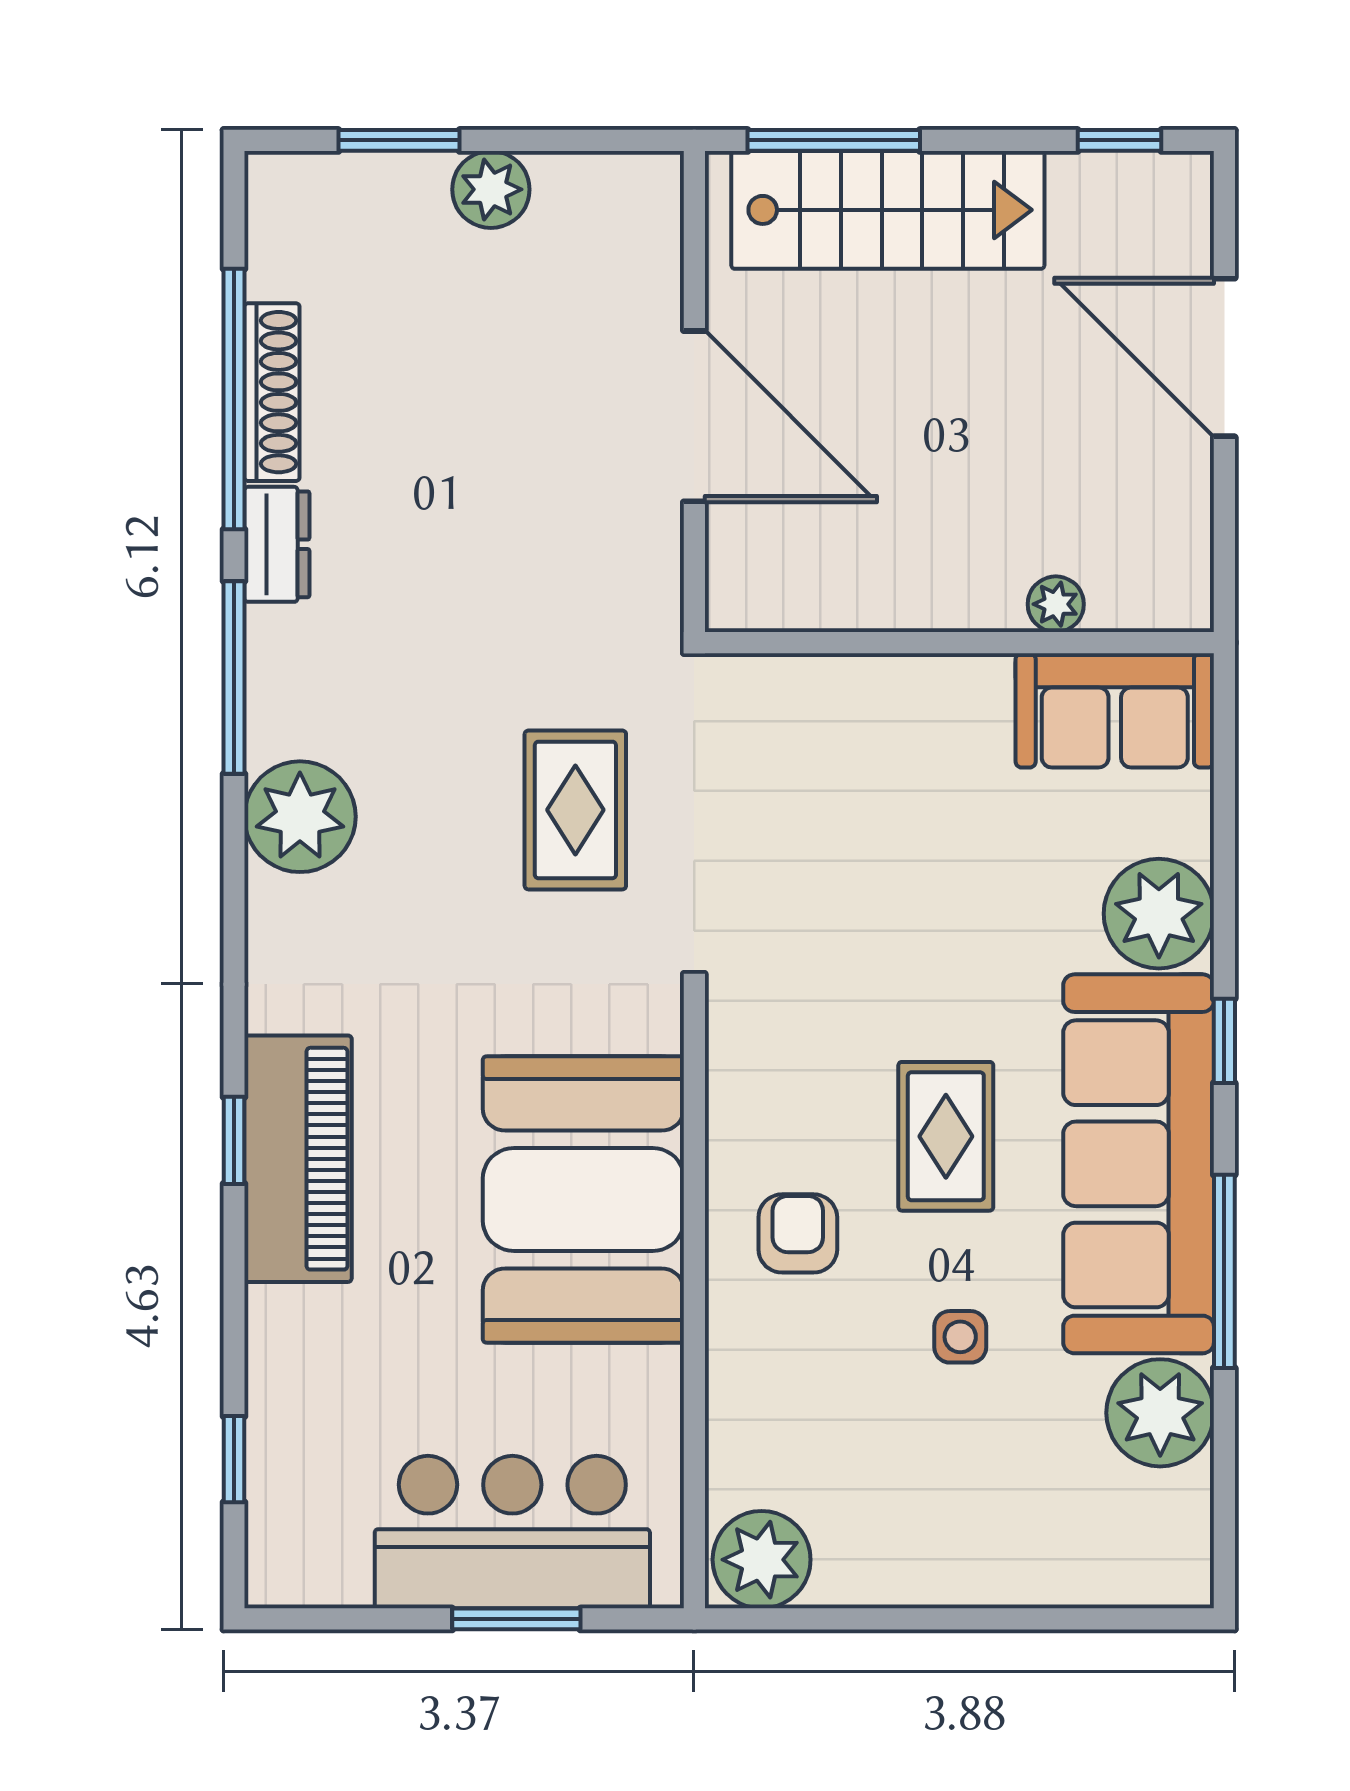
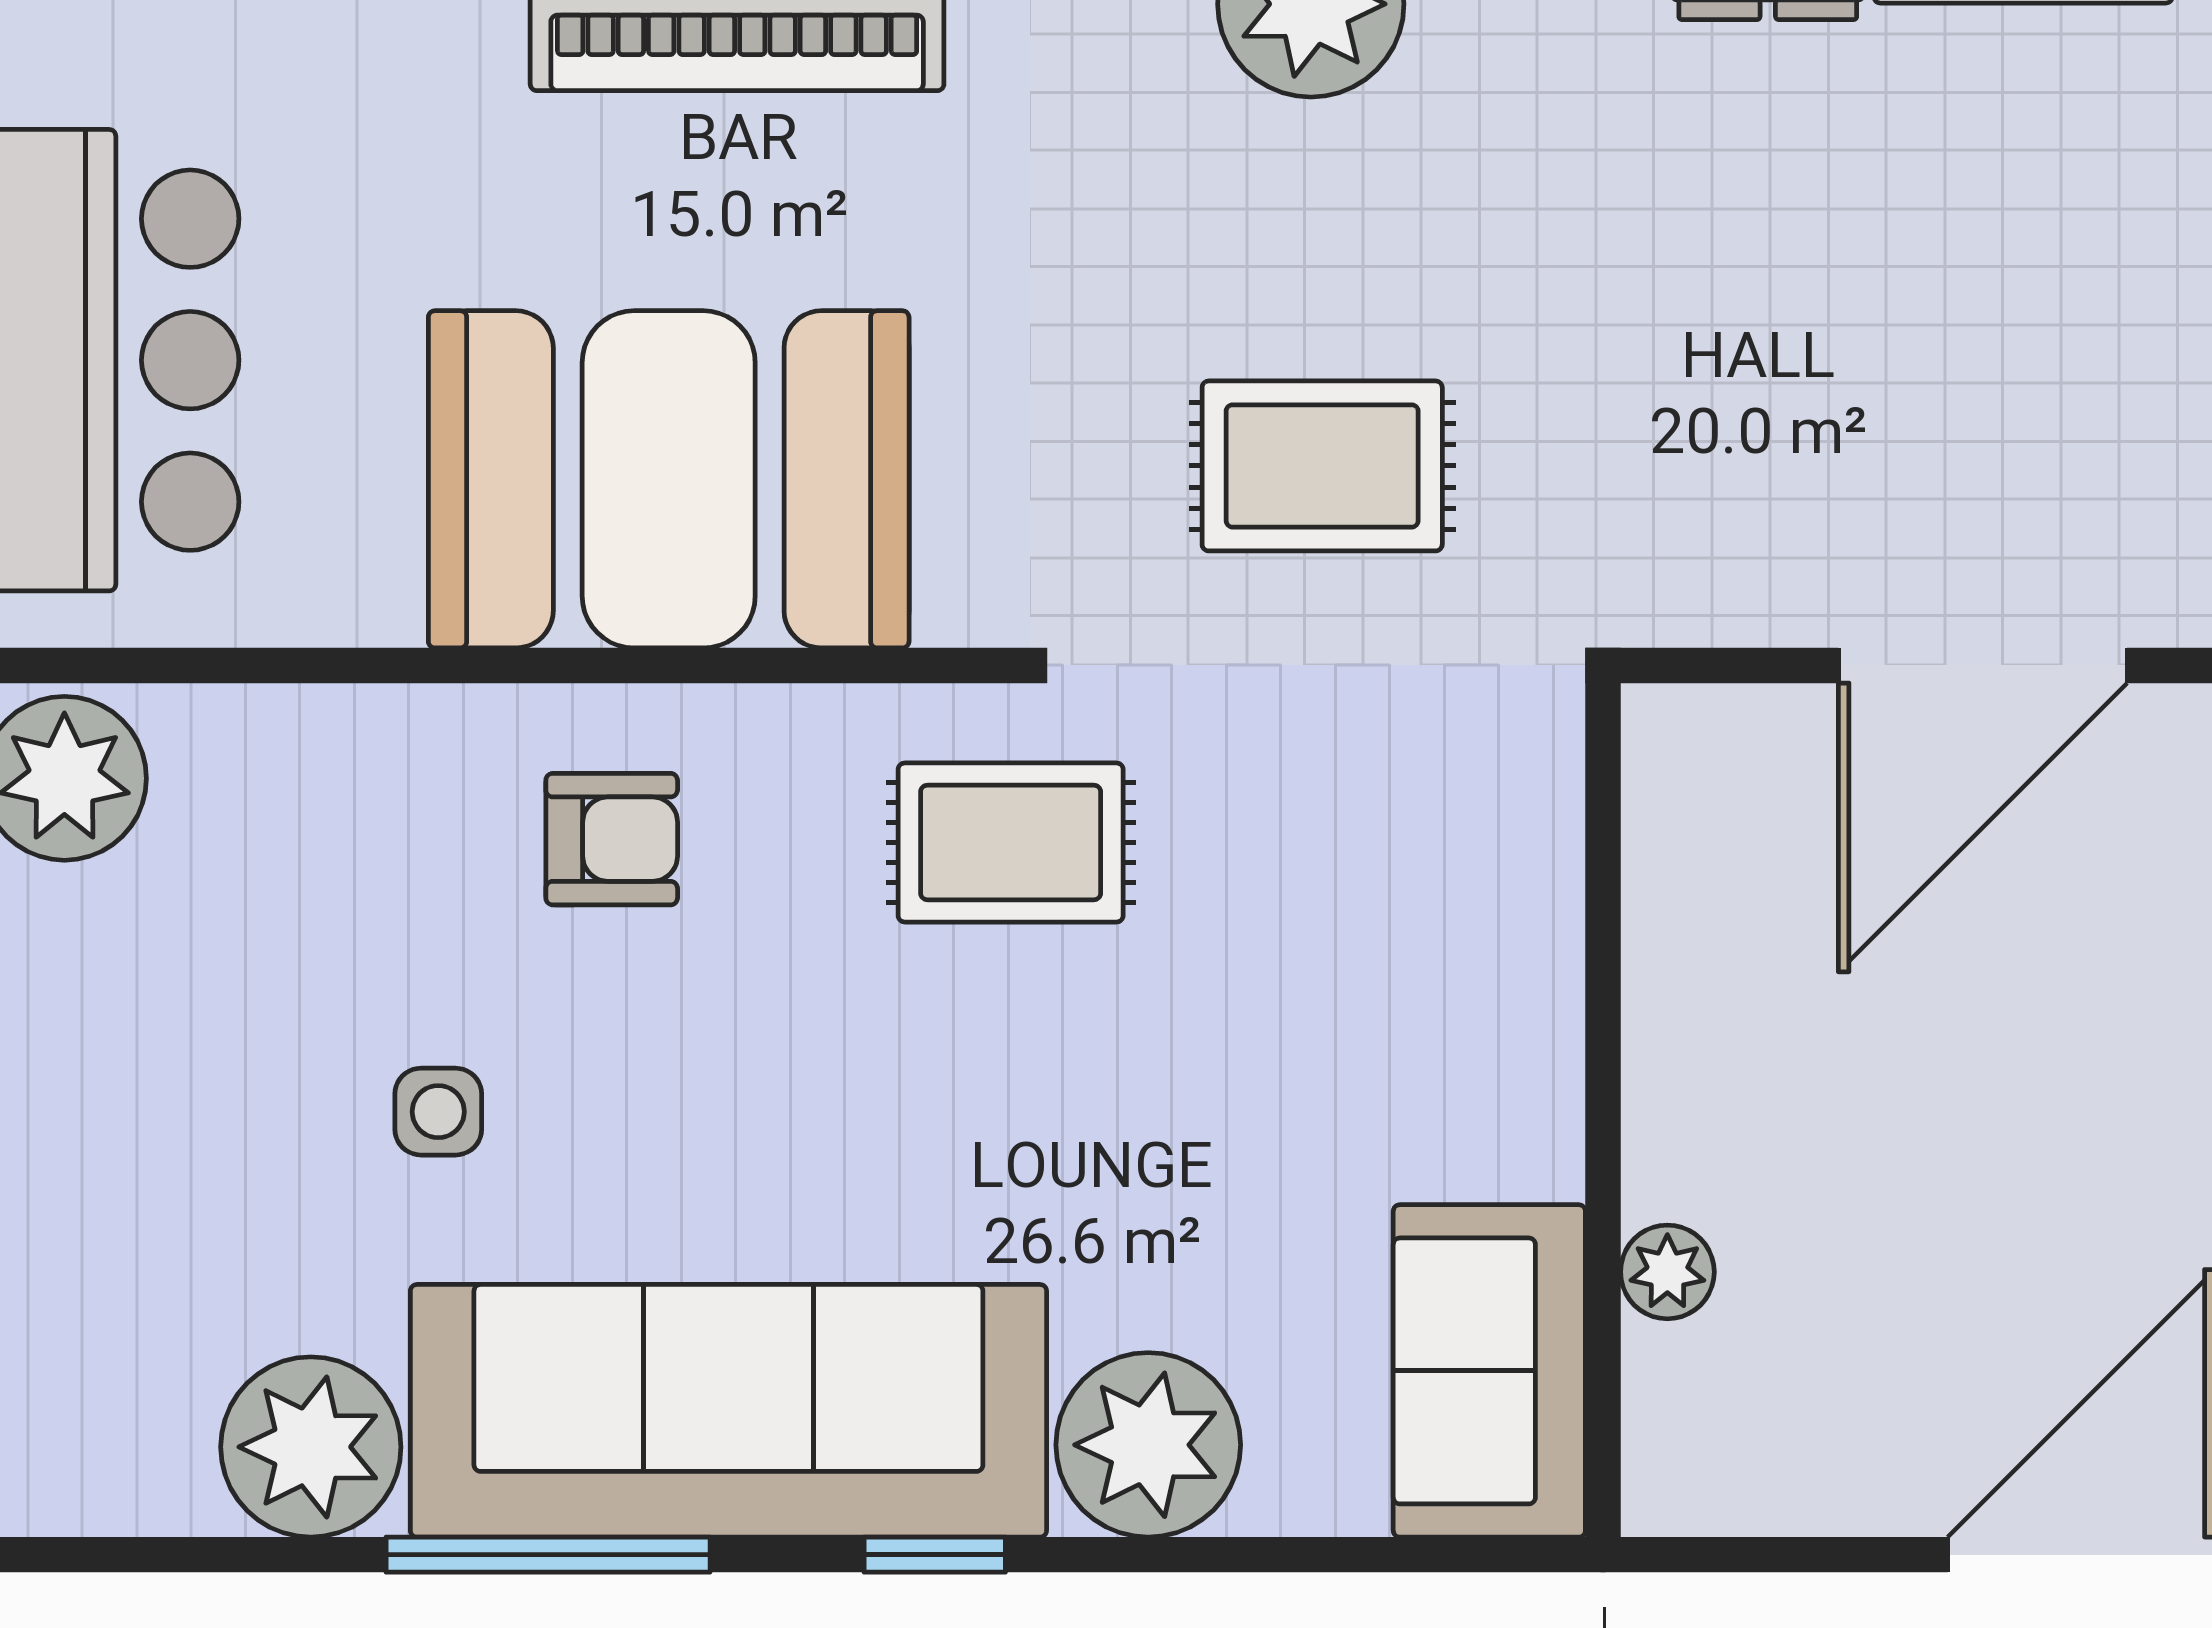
rug: (946, 1136) -> (1011, 842), moved

